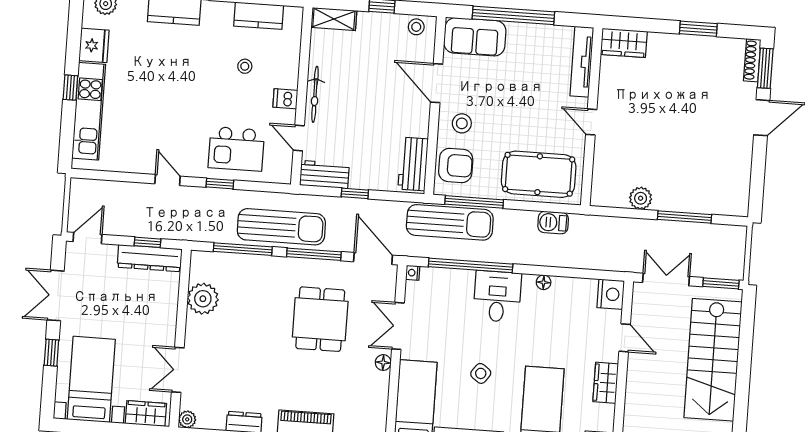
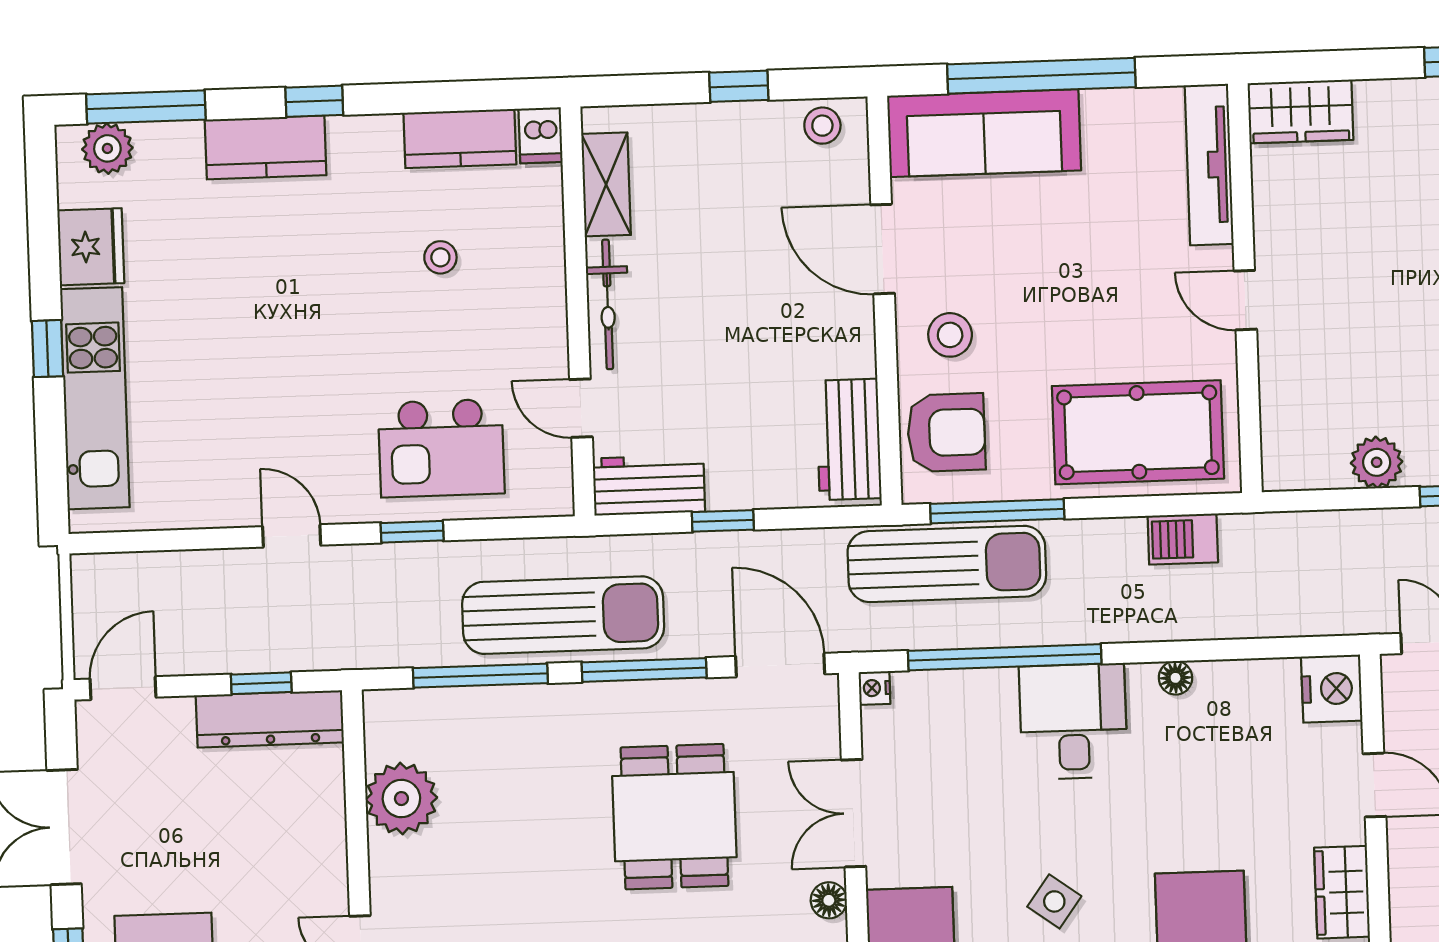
shelving: (334, 19) -> (606, 184), moved, turned 90
sofa: (475, 37) -> (984, 133), width x1.36
dishwasher: (285, 99) -> (541, 135), moved, turned -90

